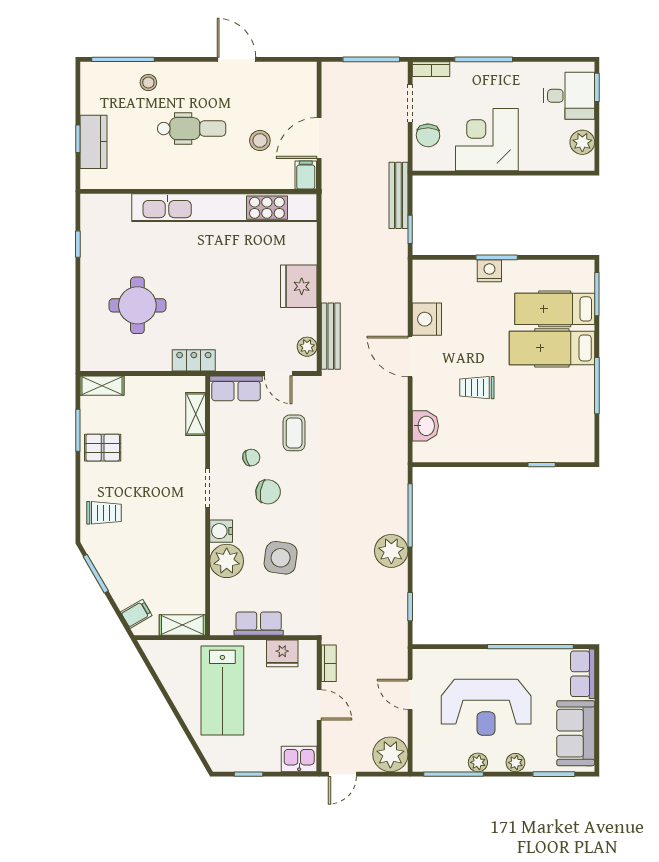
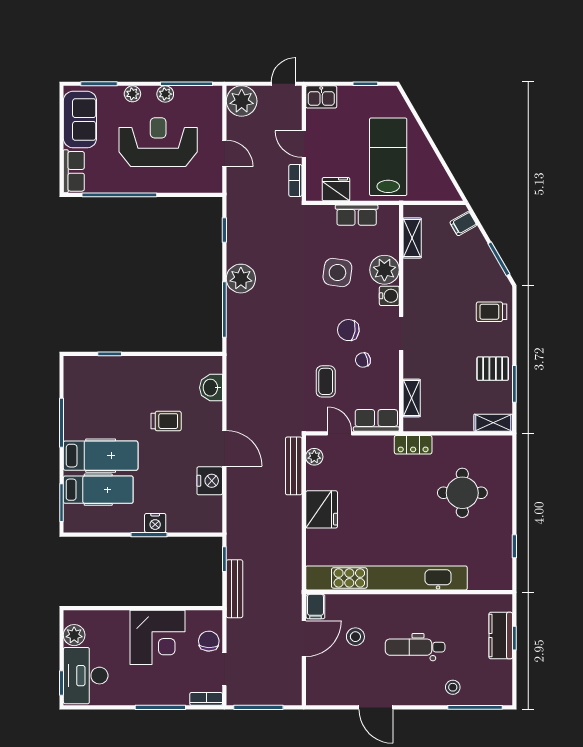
desk: (569, 96) -> (86, 676), width x1.37
shelving: (182, 625) -> (412, 238), moved, turned 90

